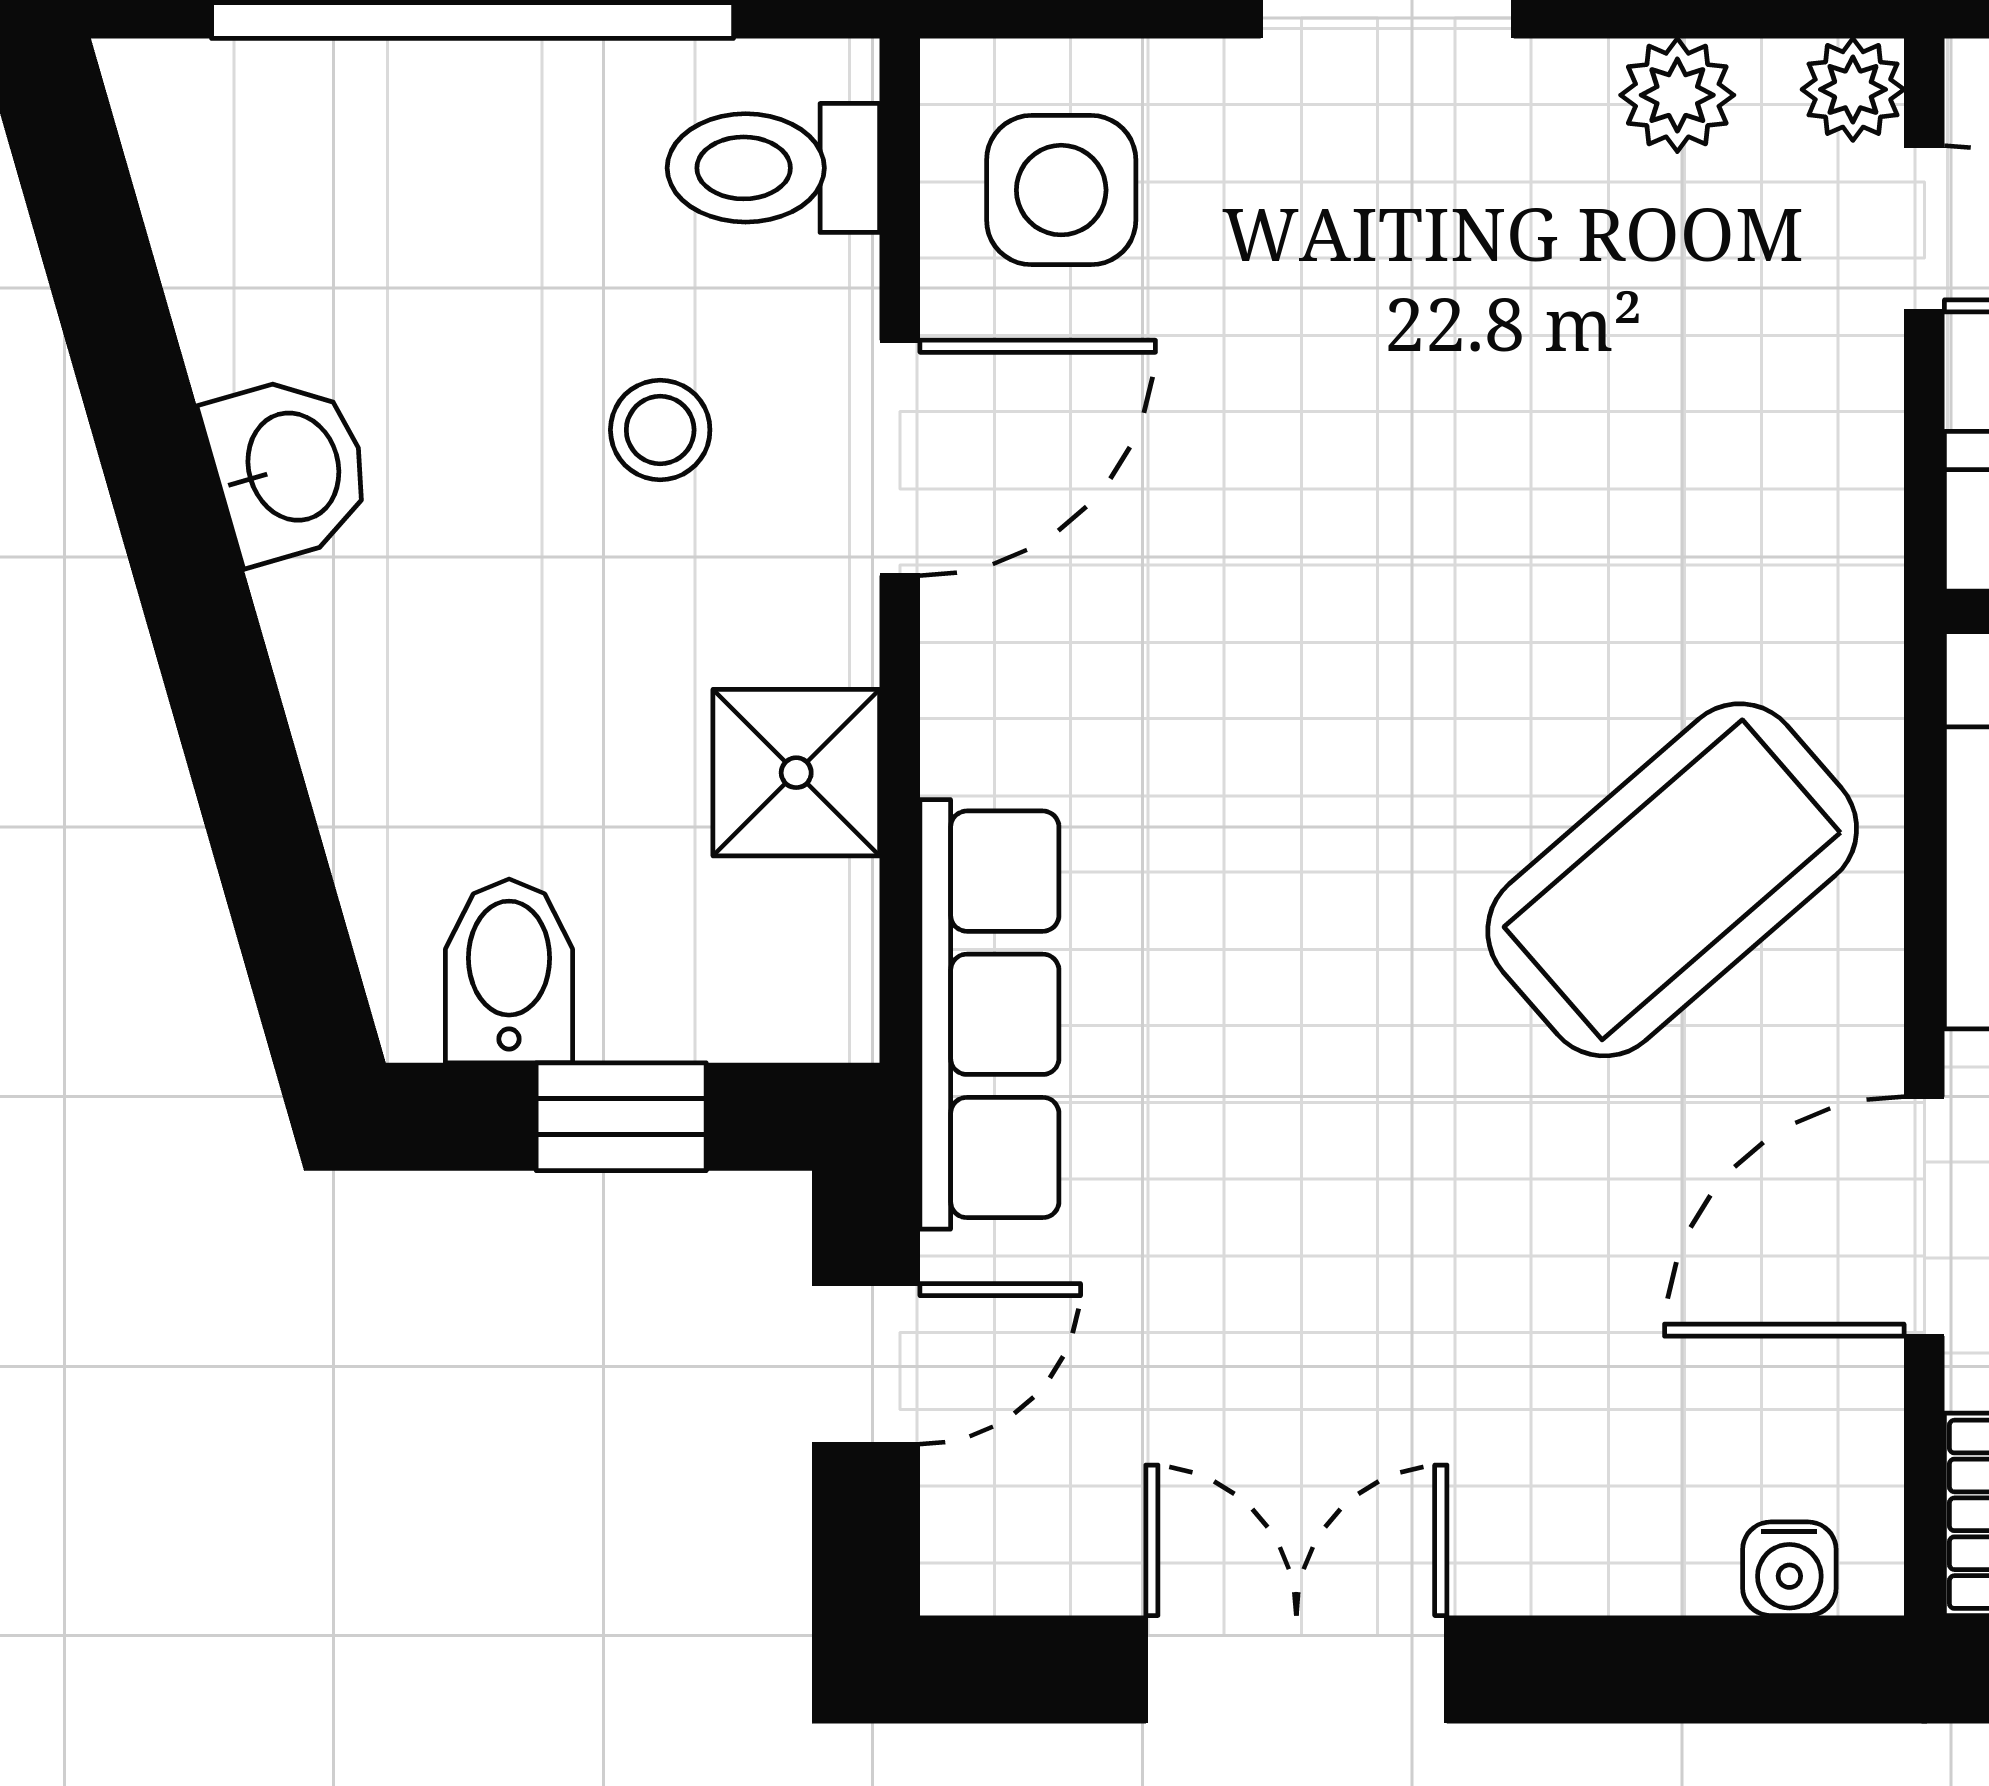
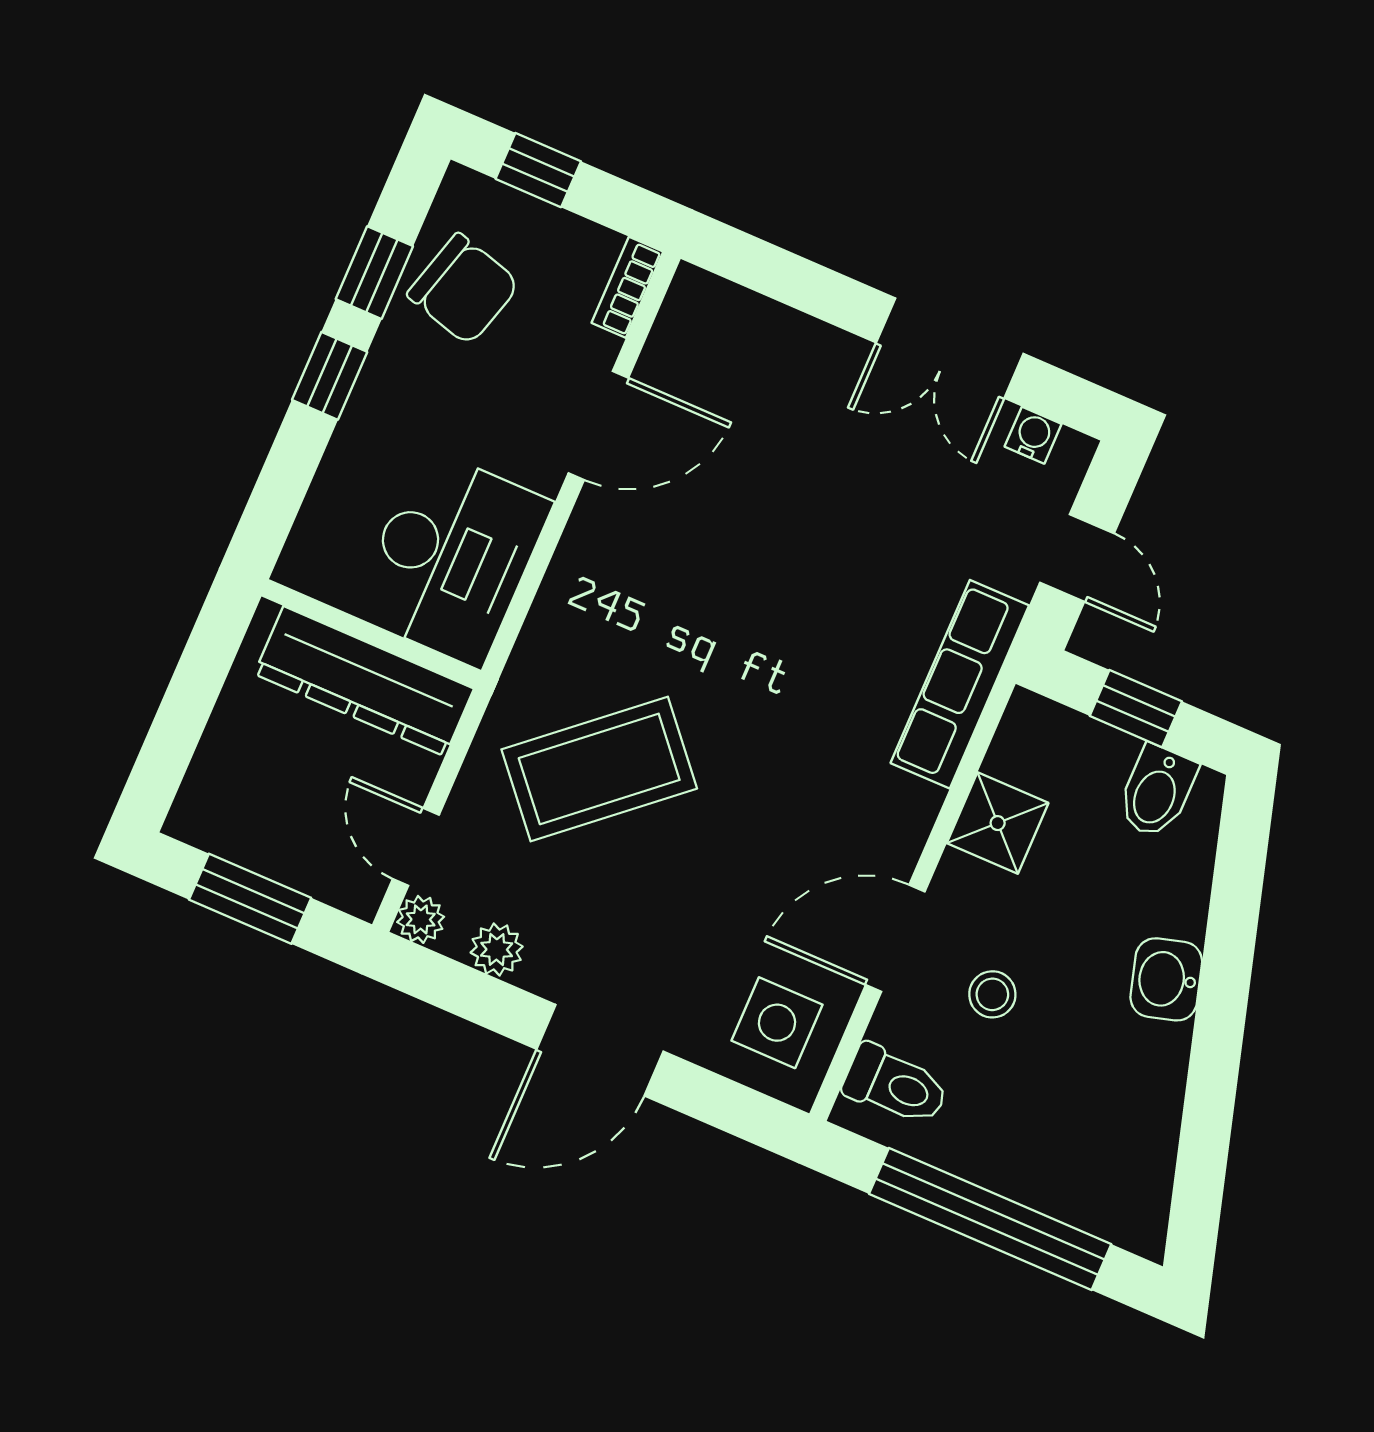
washbasin: (289, 468) -> (1166, 979), moved
coffee table: (1672, 880) -> (599, 769), moved
door: (866, 1364) -> (1077, 558), swing flipped
water cooler: (1789, 1569) -> (1033, 435), moved

